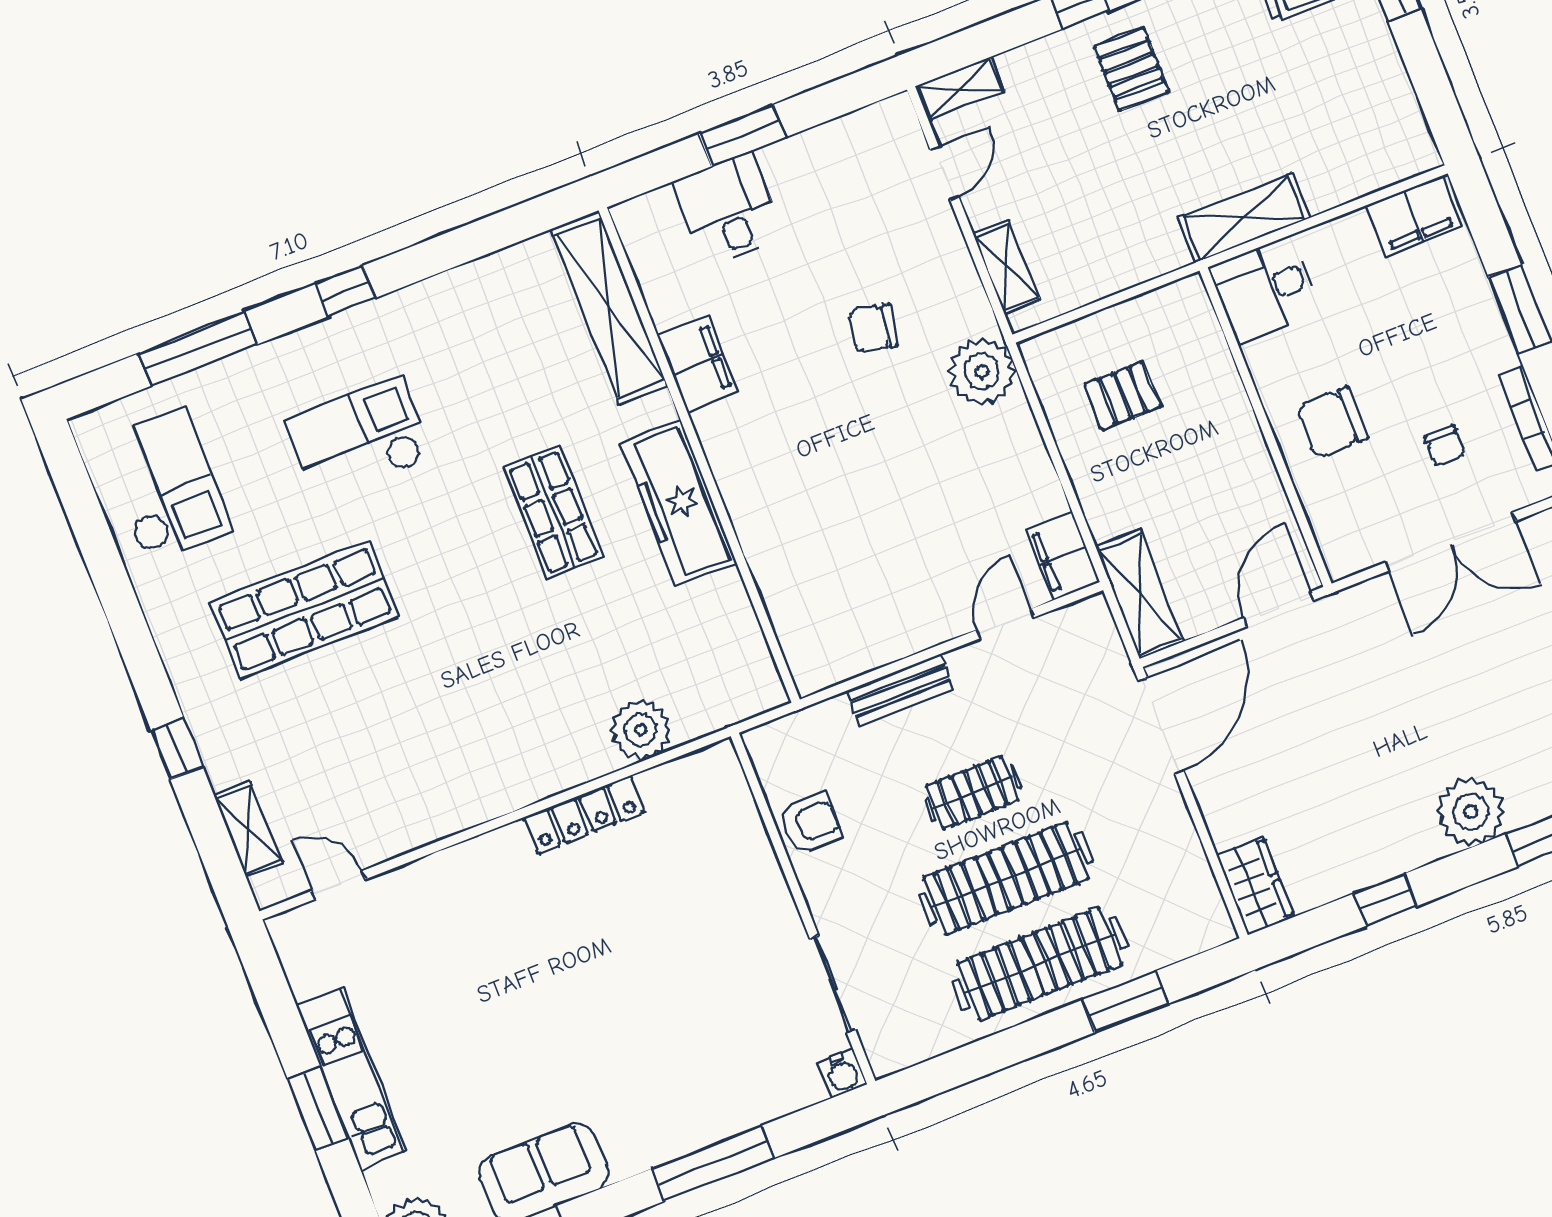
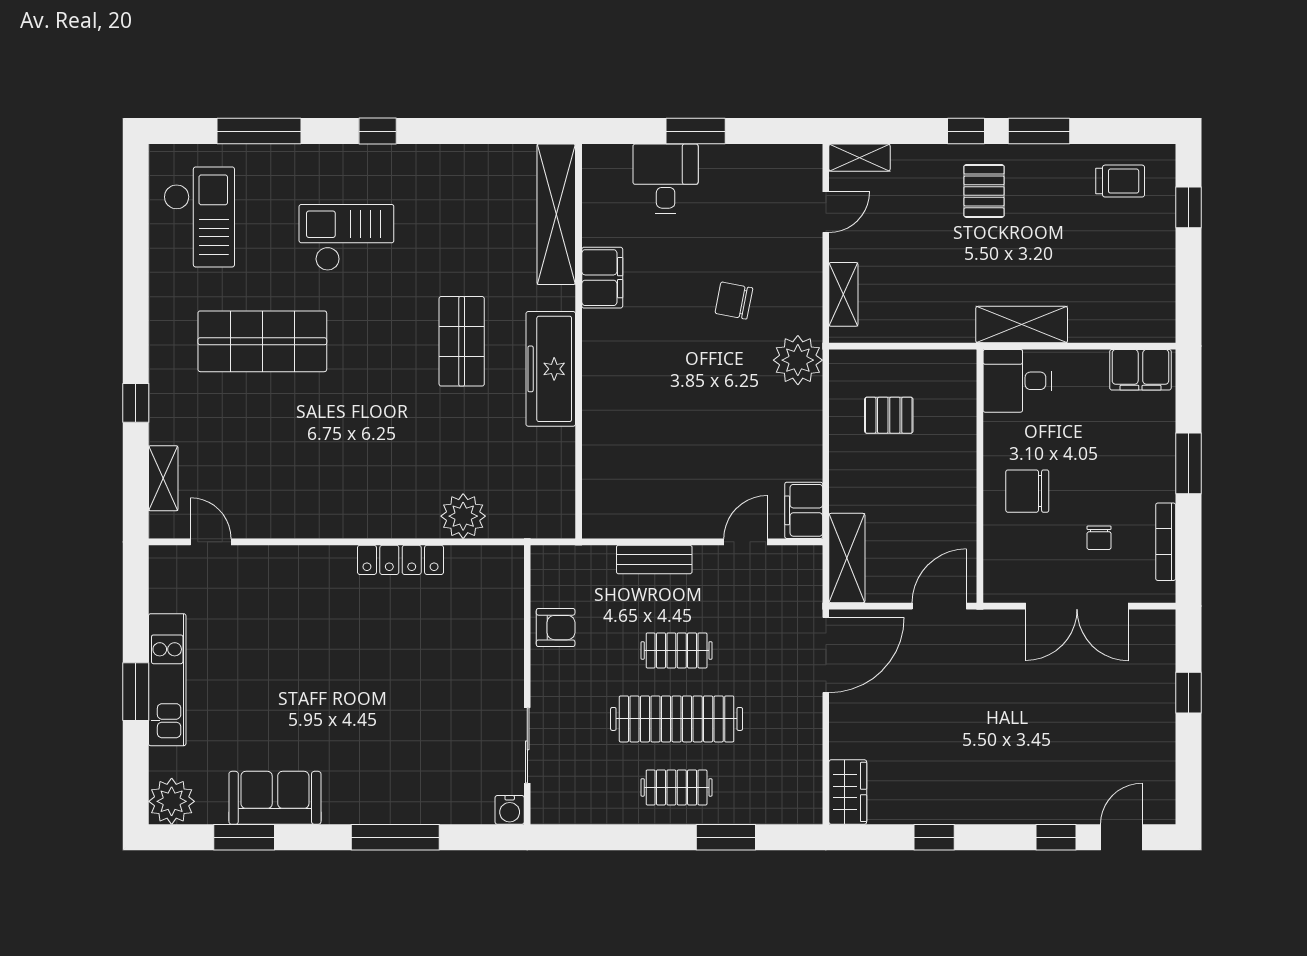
plant: (1471, 812) -> (1018, 799), removed
clothes rail: (1039, 964) -> (677, 787), width x0.54, depth x0.76

